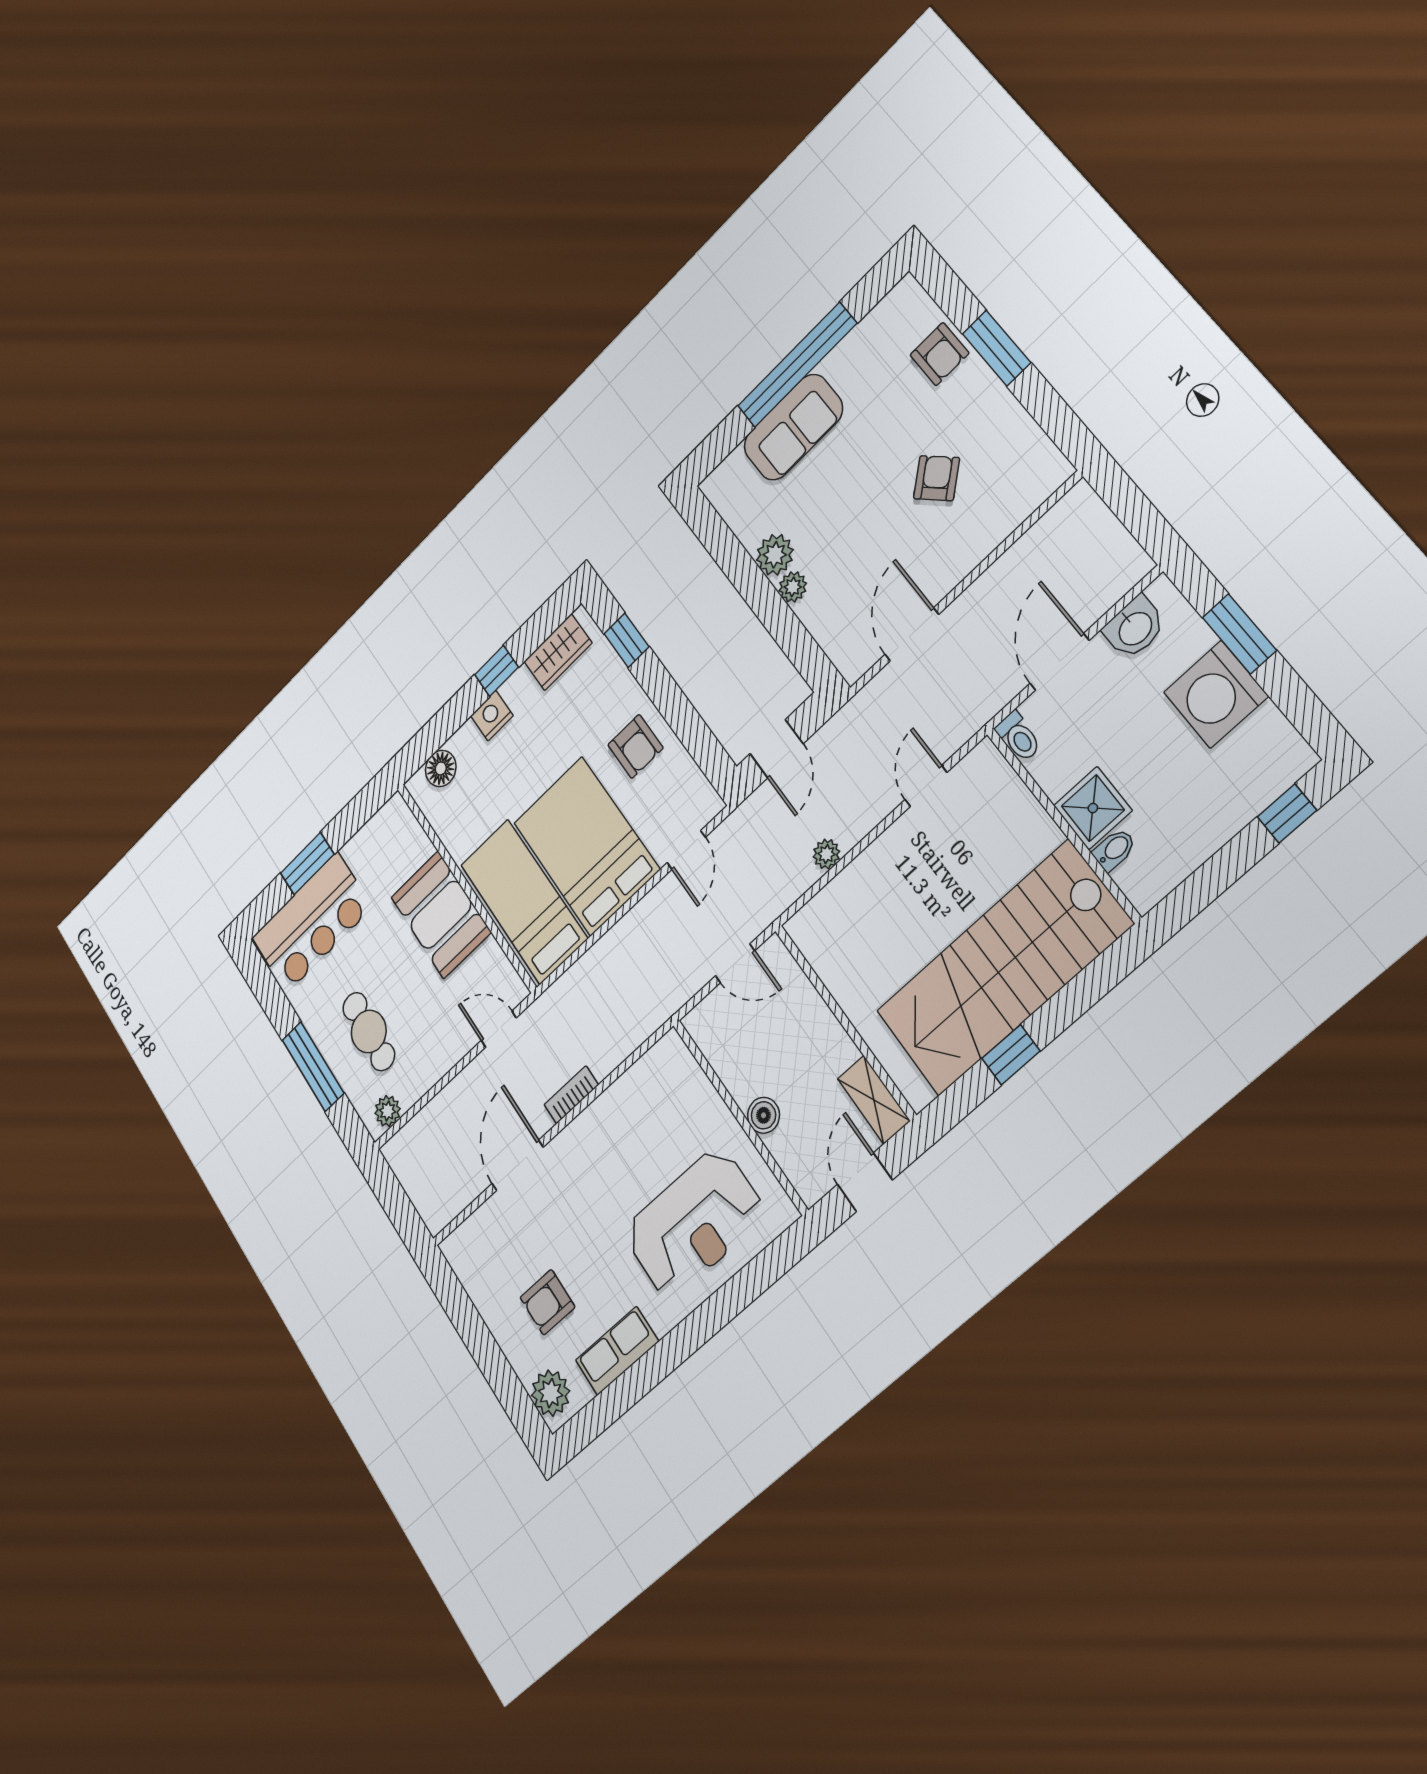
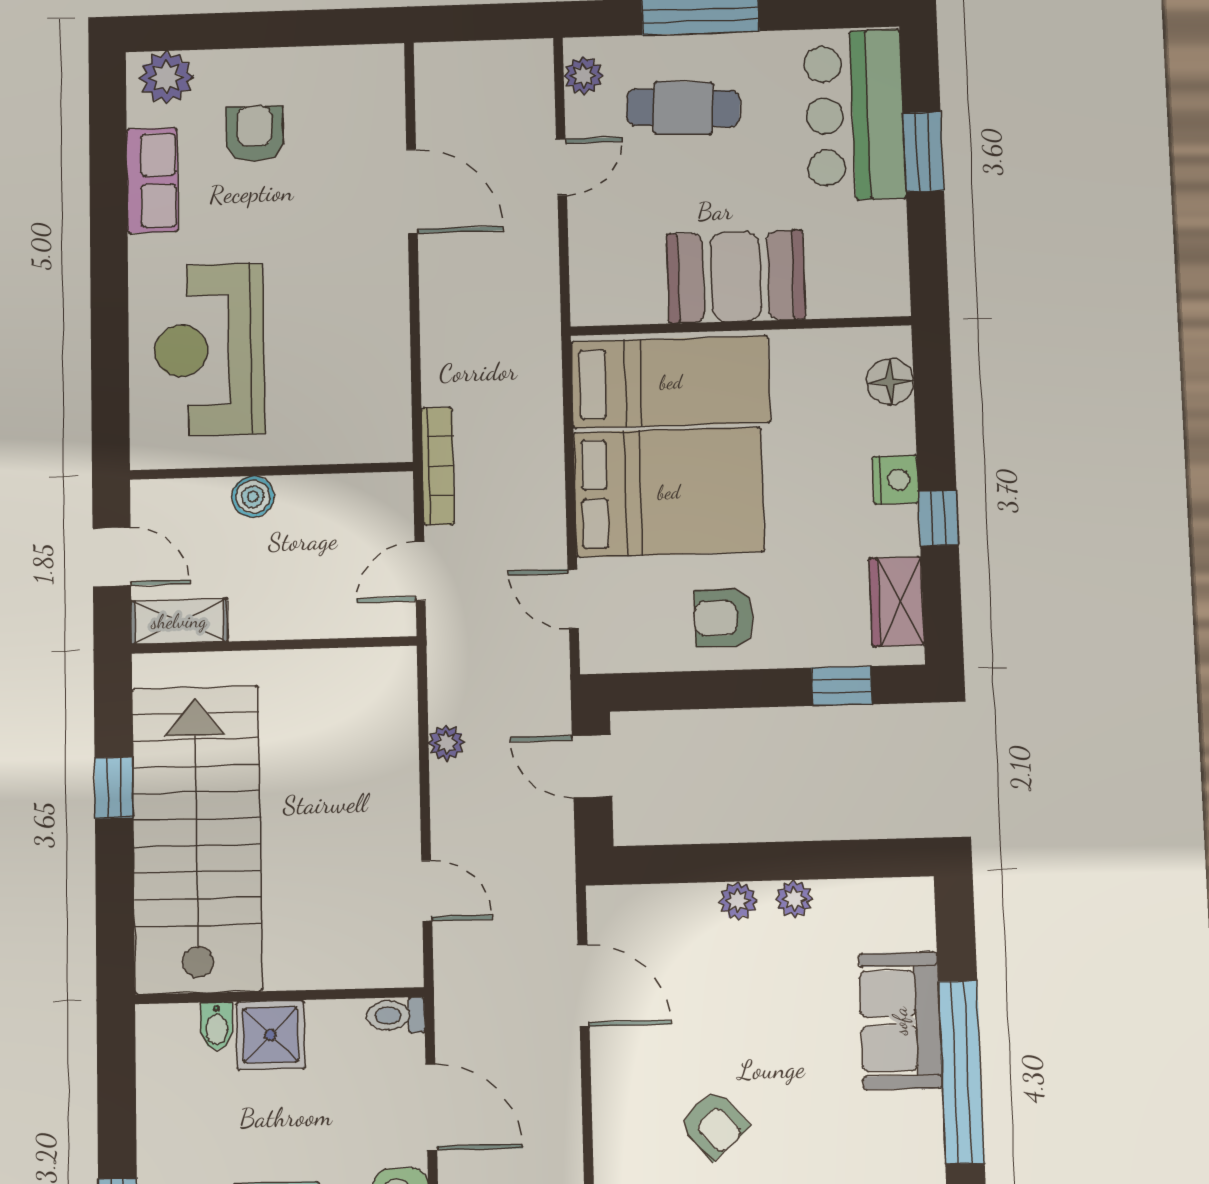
plant: (775, 555) -> (794, 899), width x0.73, depth x0.73
door: (499, 1029) -> (561, 167), moved
bookcase: (571, 1095) -> (438, 466), moved, width x1.56

